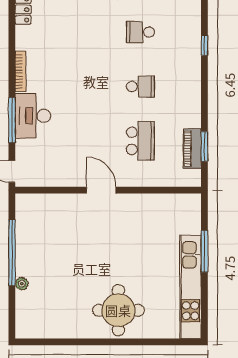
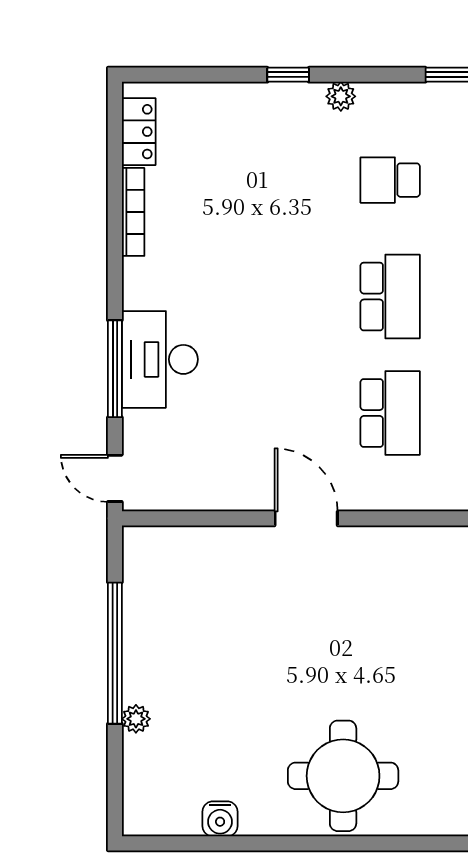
bookcase: (20, 71) -> (133, 212), moved
school desk: (140, 87) -> (390, 297), width x1.85
water cooler: (61, 330) -> (220, 819), added

